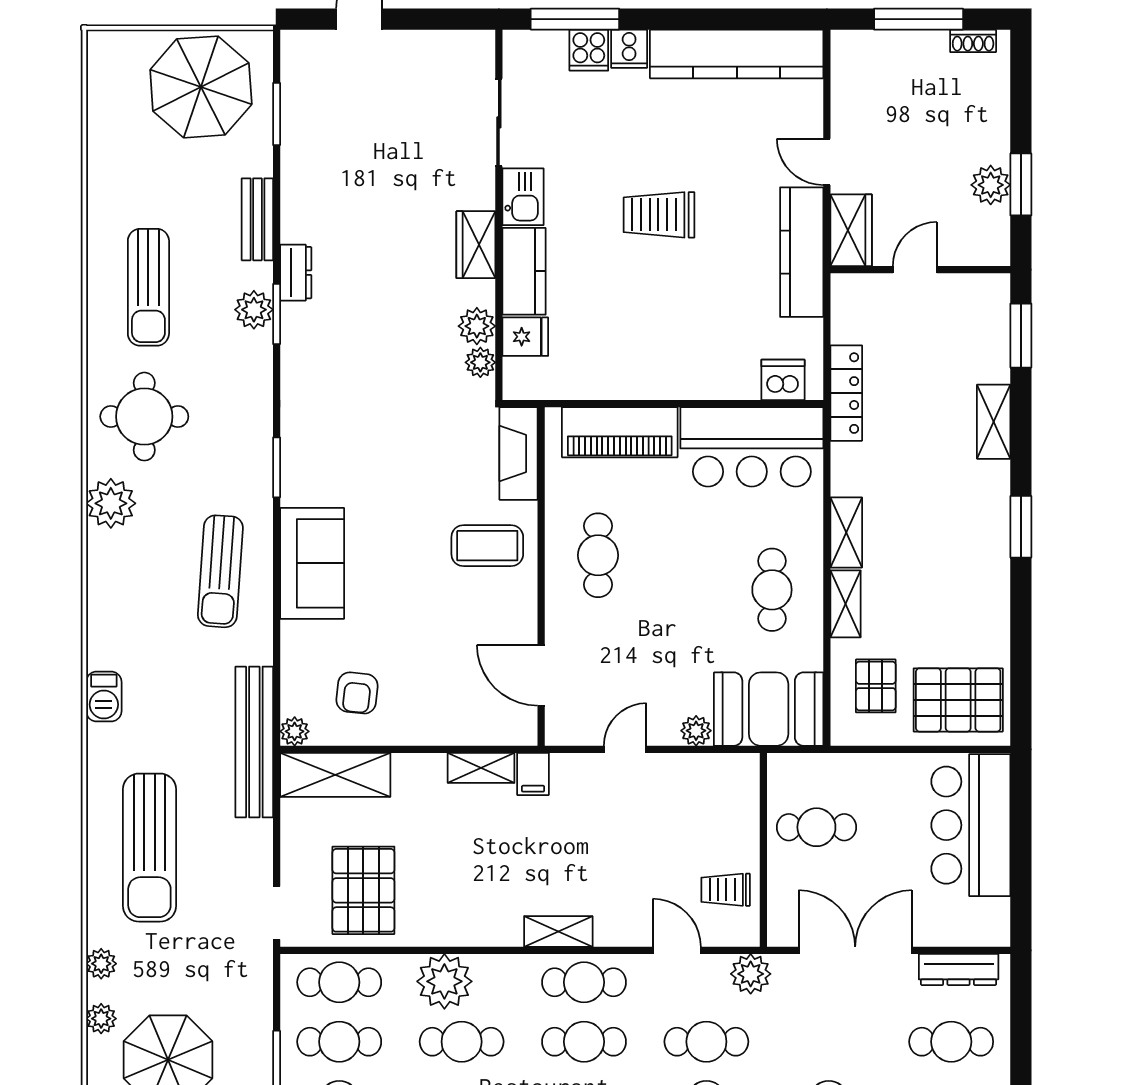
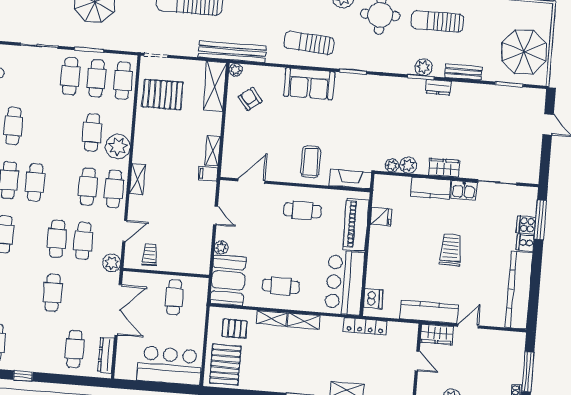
fridge: (525, 337) -> (381, 217), moved, turned -90
armchair: (357, 693) -> (250, 99), turned 46
plant: (444, 981) -> (118, 147), moved

